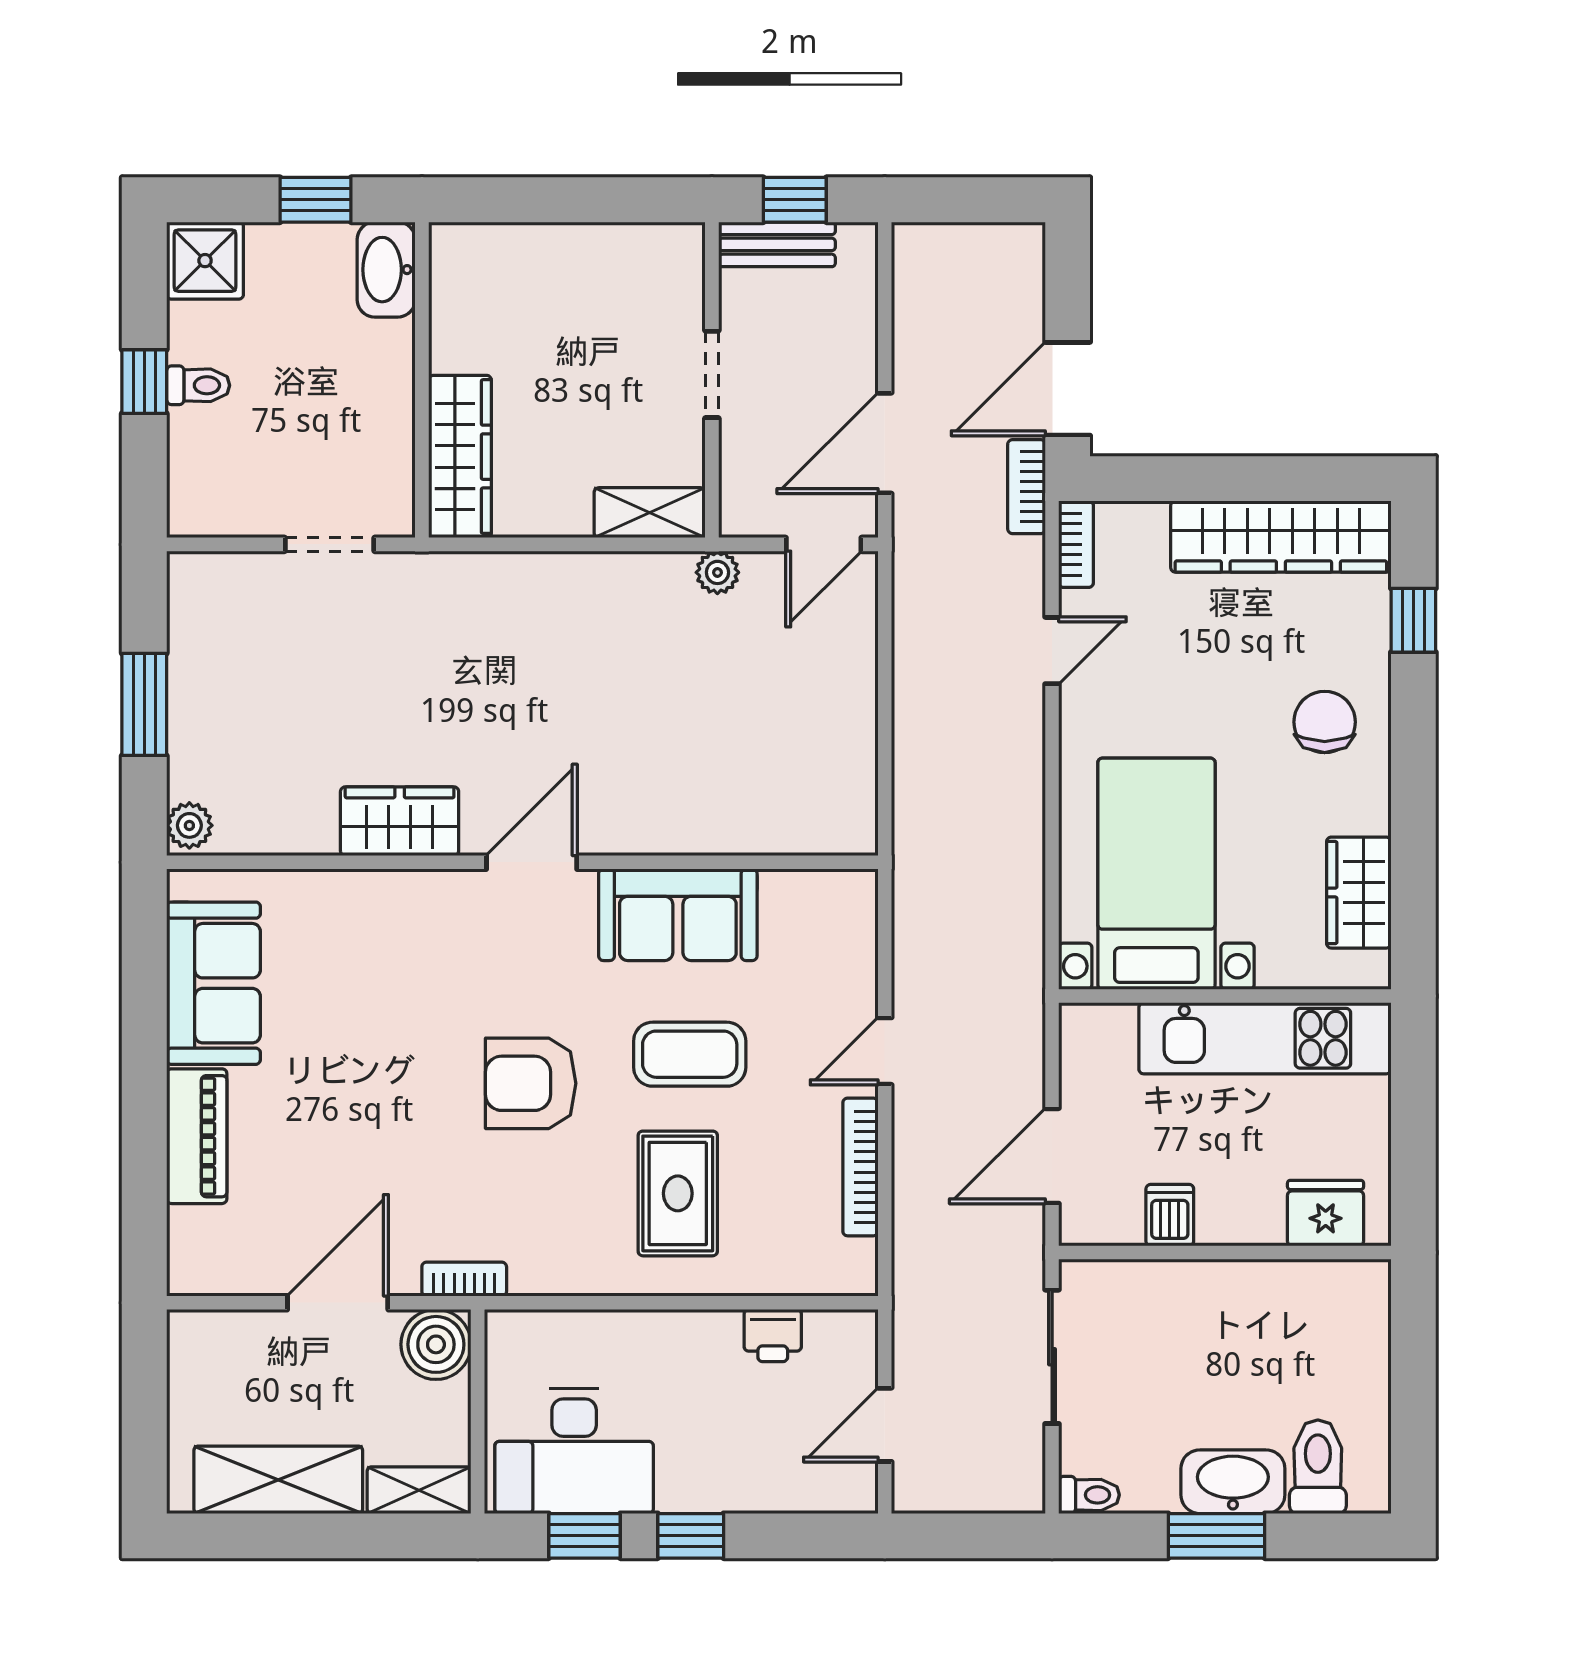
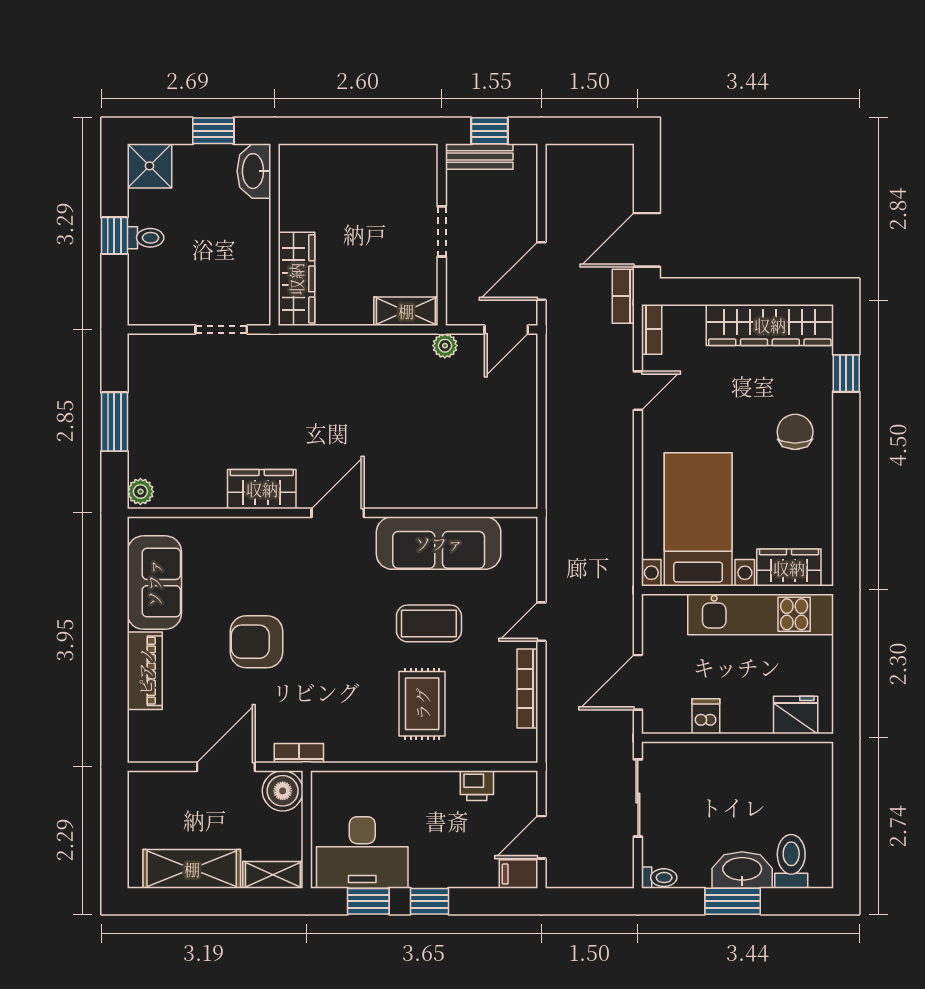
wardrobe: (1359, 893) -> (789, 568), moved, turned 90
sofa: (678, 915) -> (439, 543), width x1.36
armchair: (531, 1083) -> (257, 642), moved
filing cabinet: (845, 1489) -> (518, 874), added

